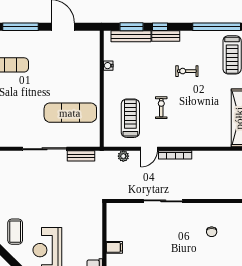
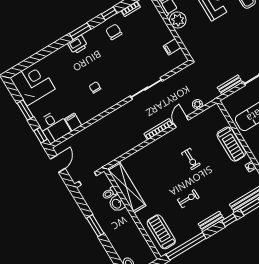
bench: (166, 36) -> (211, 221), moved
treadmill: (130, 118) -> (231, 144), moved
filing cabinet: (114, 247) -> (172, 47), moved
plant: (93, 248) -> (178, 20), added

